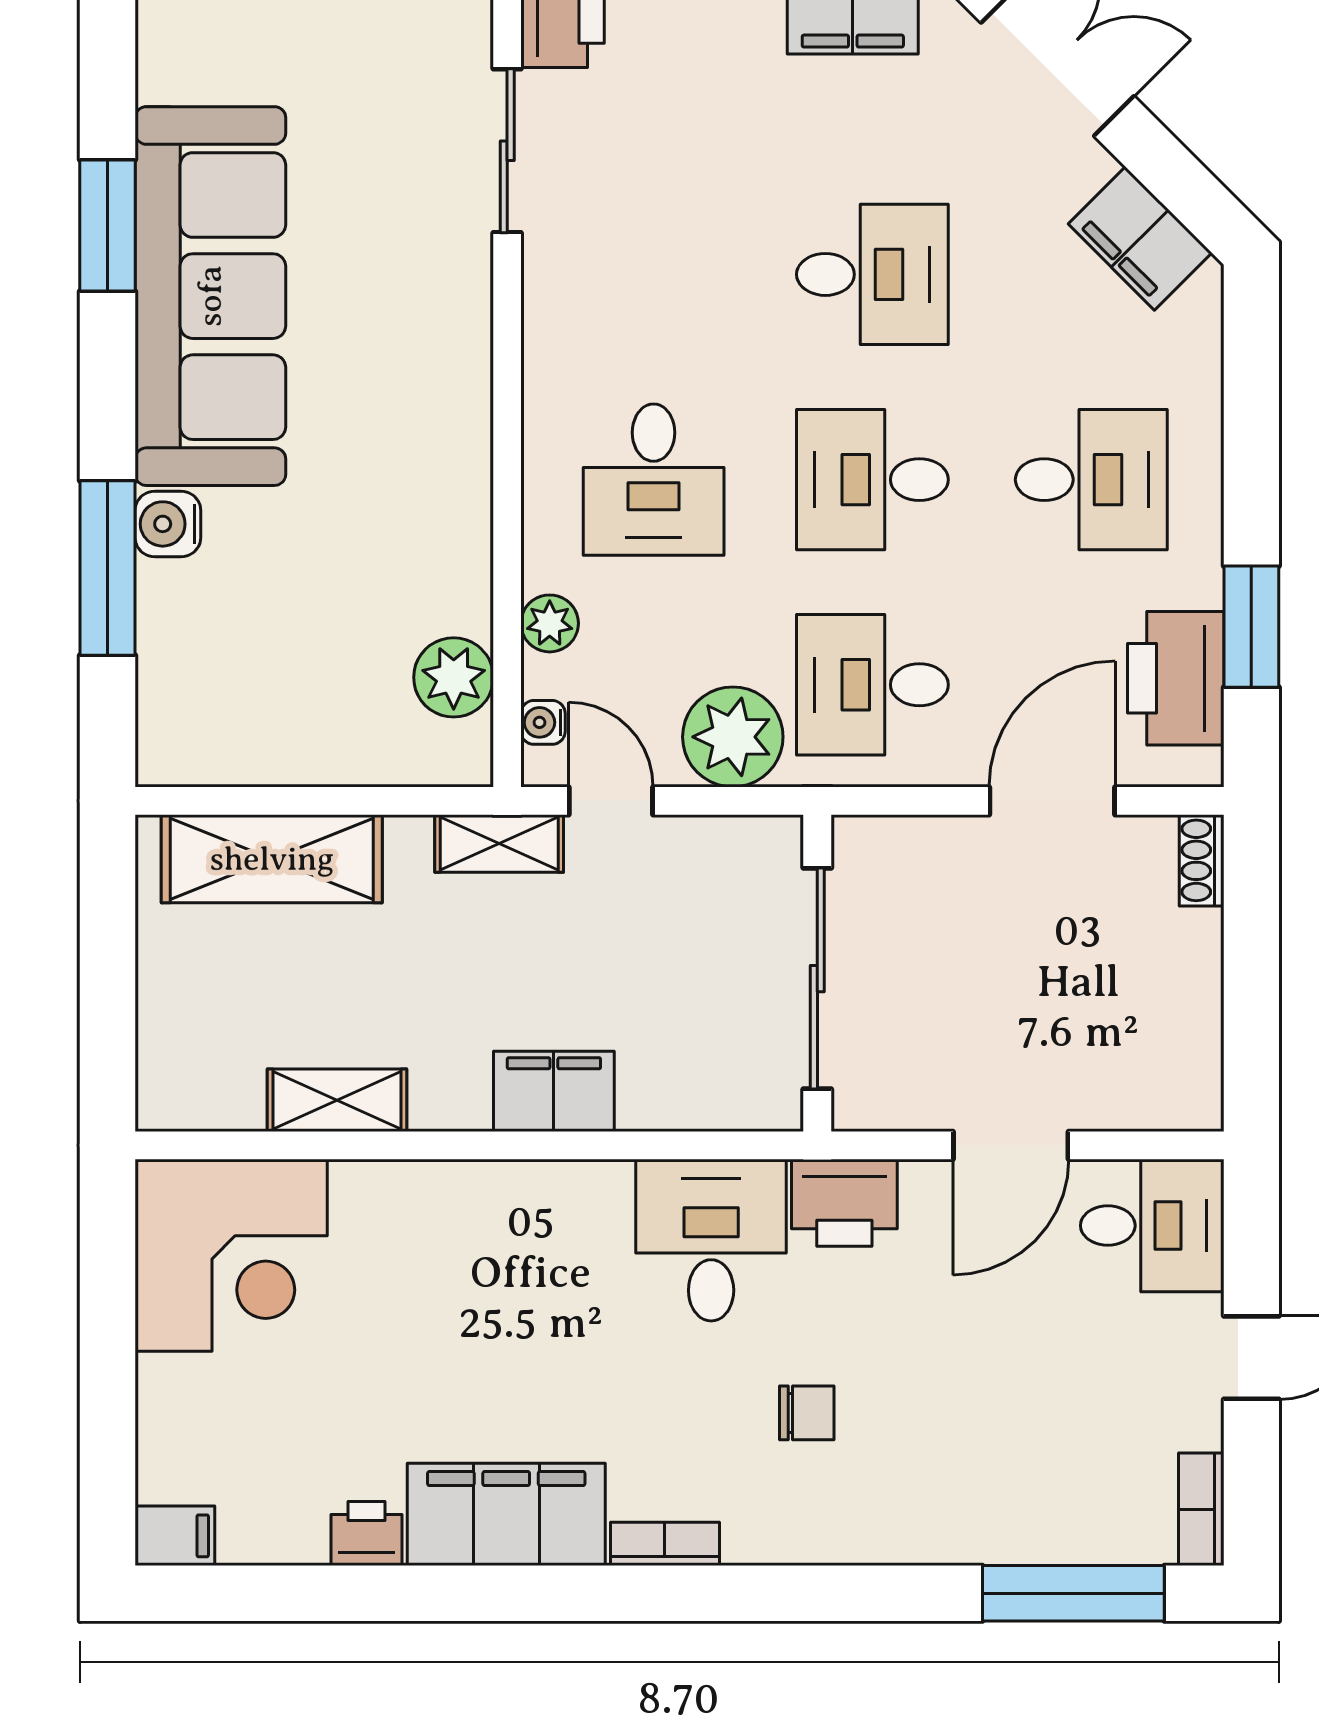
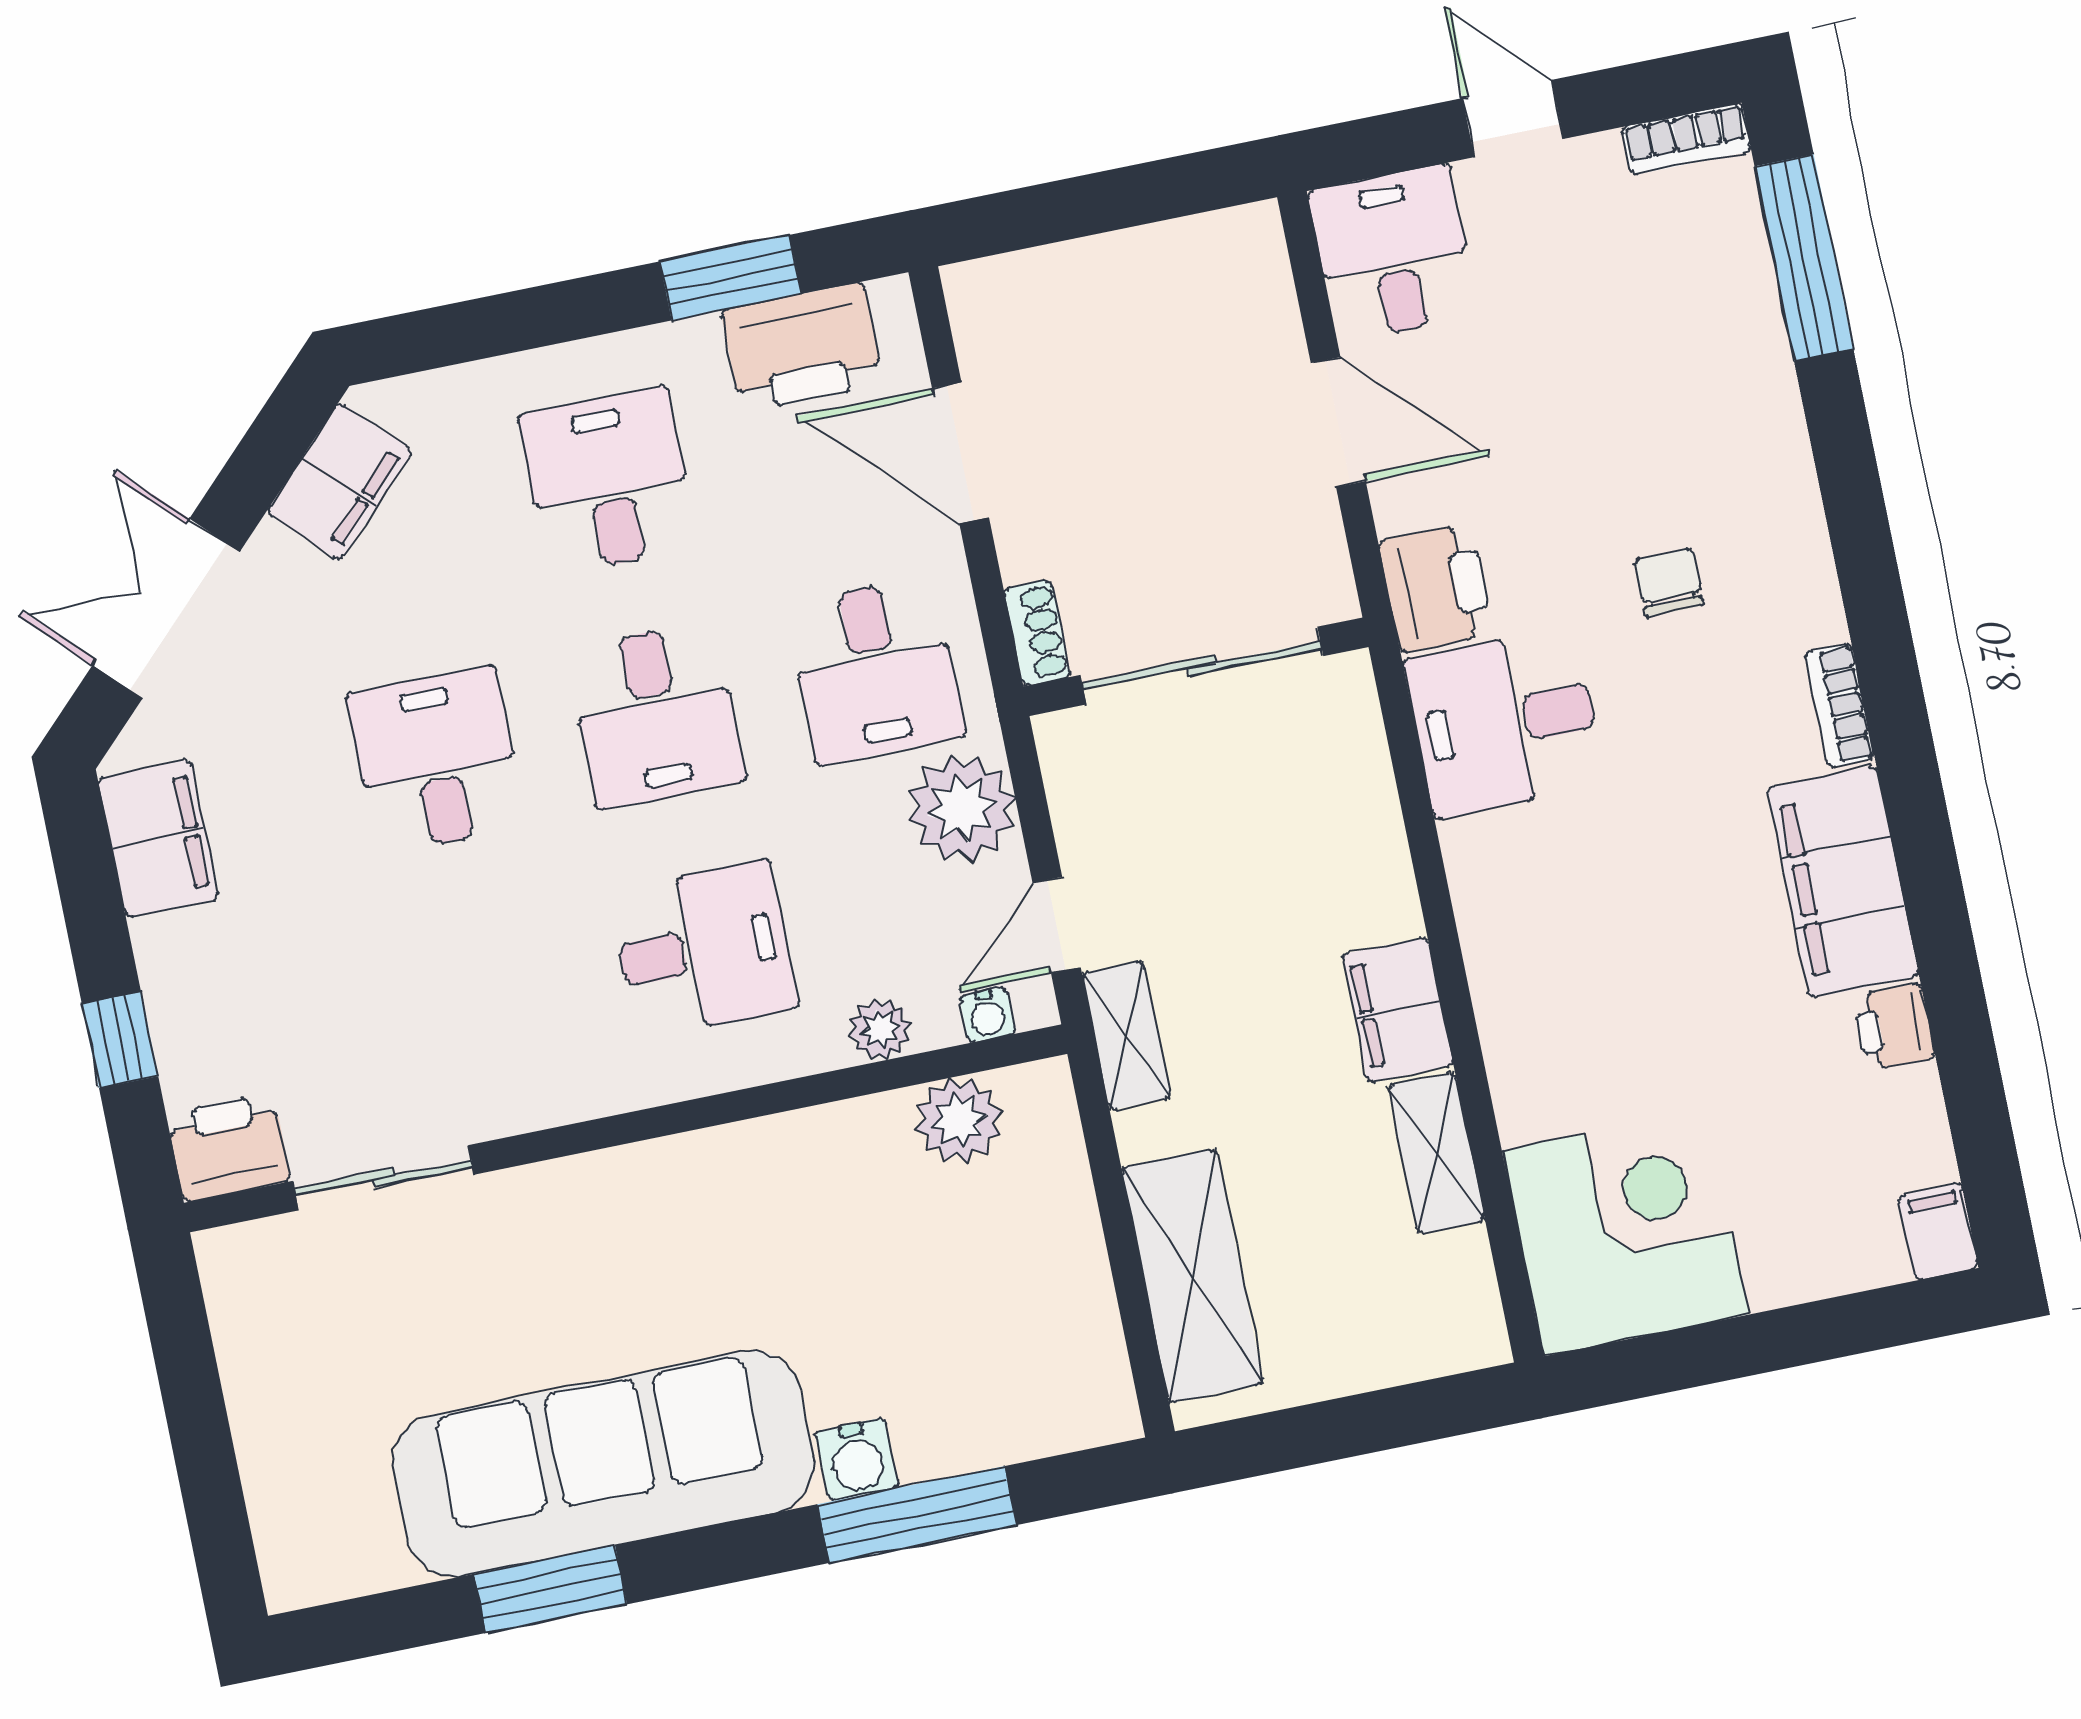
shoe rack: (1202, 860) -> (1037, 633), moved, turned -90
filing cabinet: (554, 1091) -> (1398, 1010), moved

